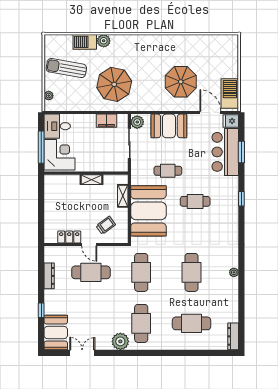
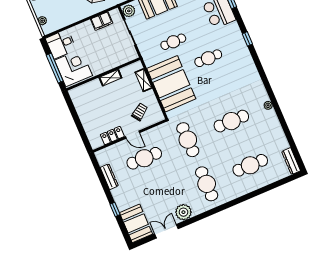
cafe table: (192, 272) -> (231, 121), turned 90
plant: (120, 341) -> (183, 212), moved

